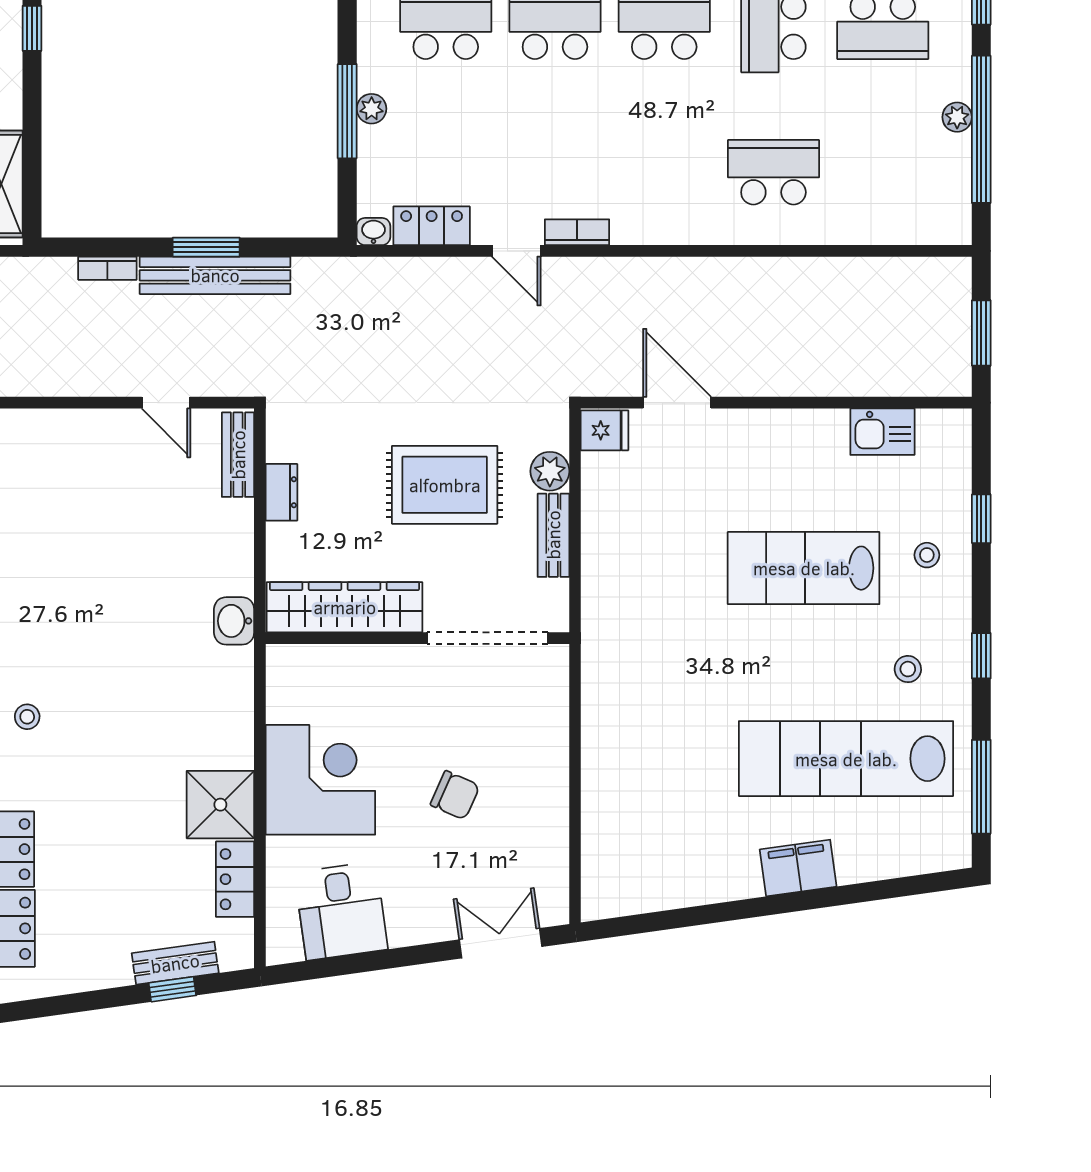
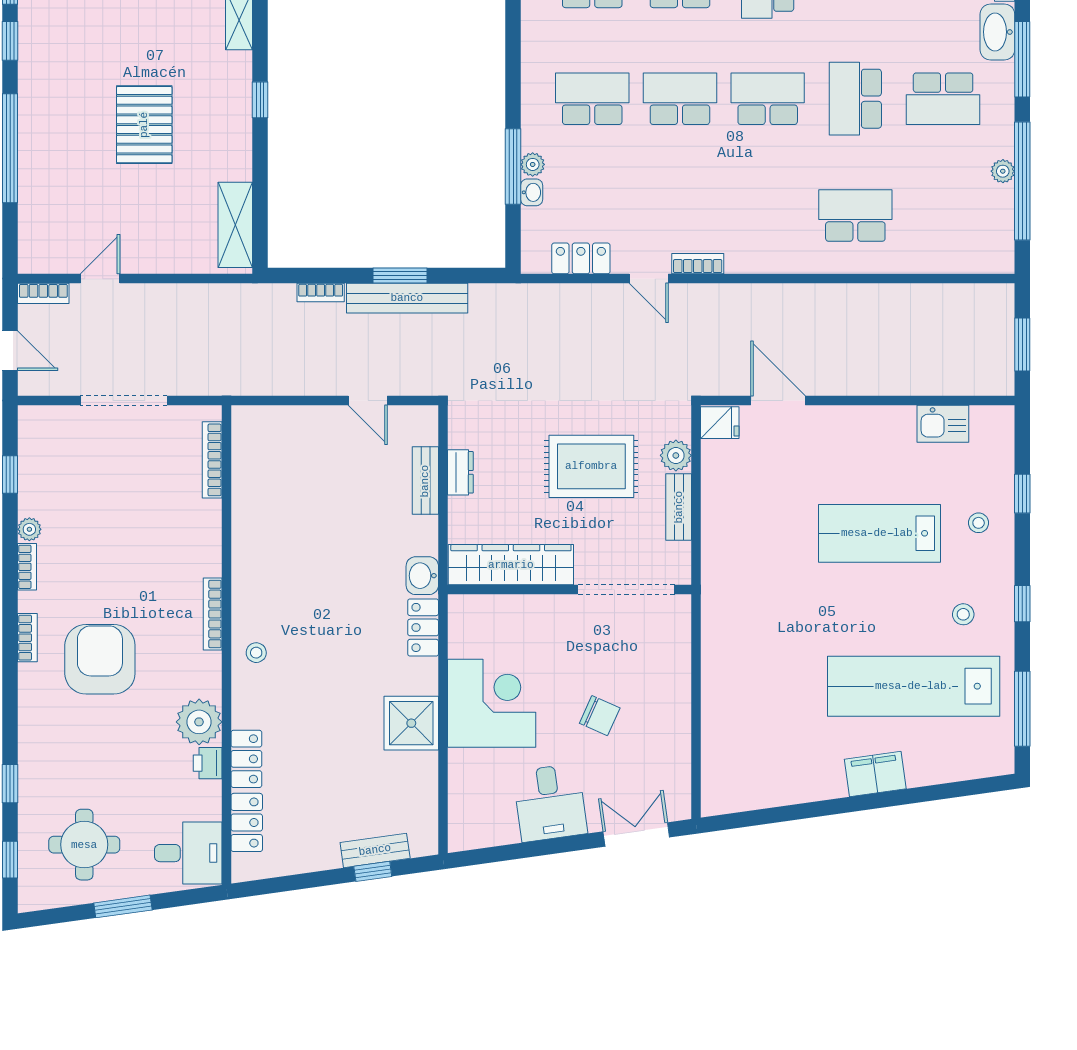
washbasin: (373, 232) -> (532, 192), moved, turned 90
bench: (238, 455) -> (425, 481), moved
locker: (235, 879) -> (423, 627), moved
desk: (341, 911) -> (550, 803), moved

